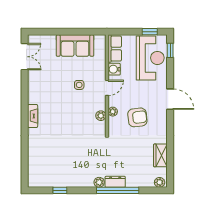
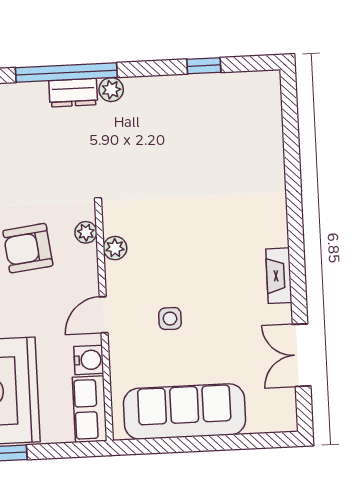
sofa: (75, 46) -> (184, 412), width x1.36
double door: (25, 57) -> (302, 355), moved
plant: (113, 112) -> (86, 232), moved
fireplace: (33, 116) -> (279, 276), moved

